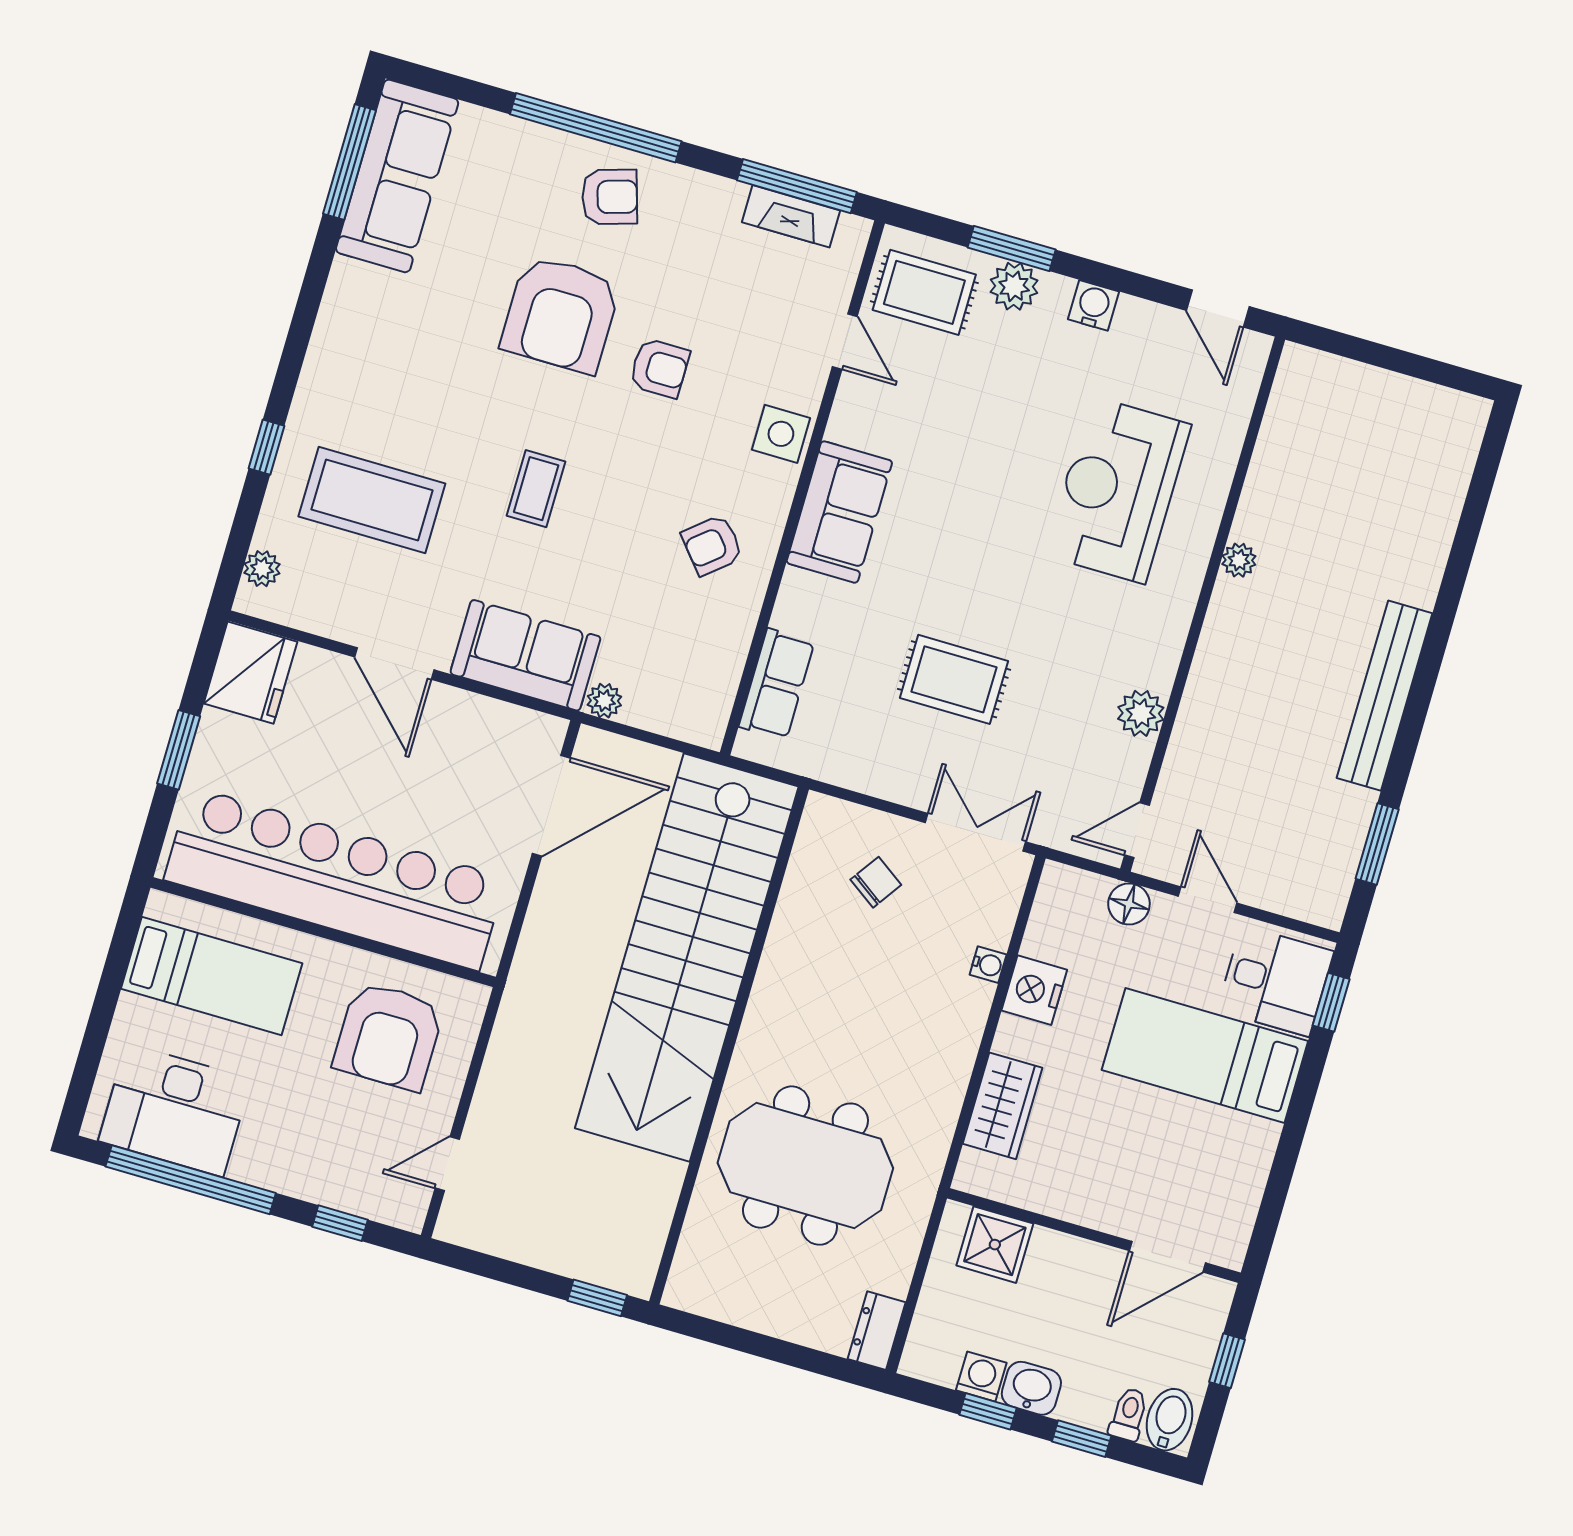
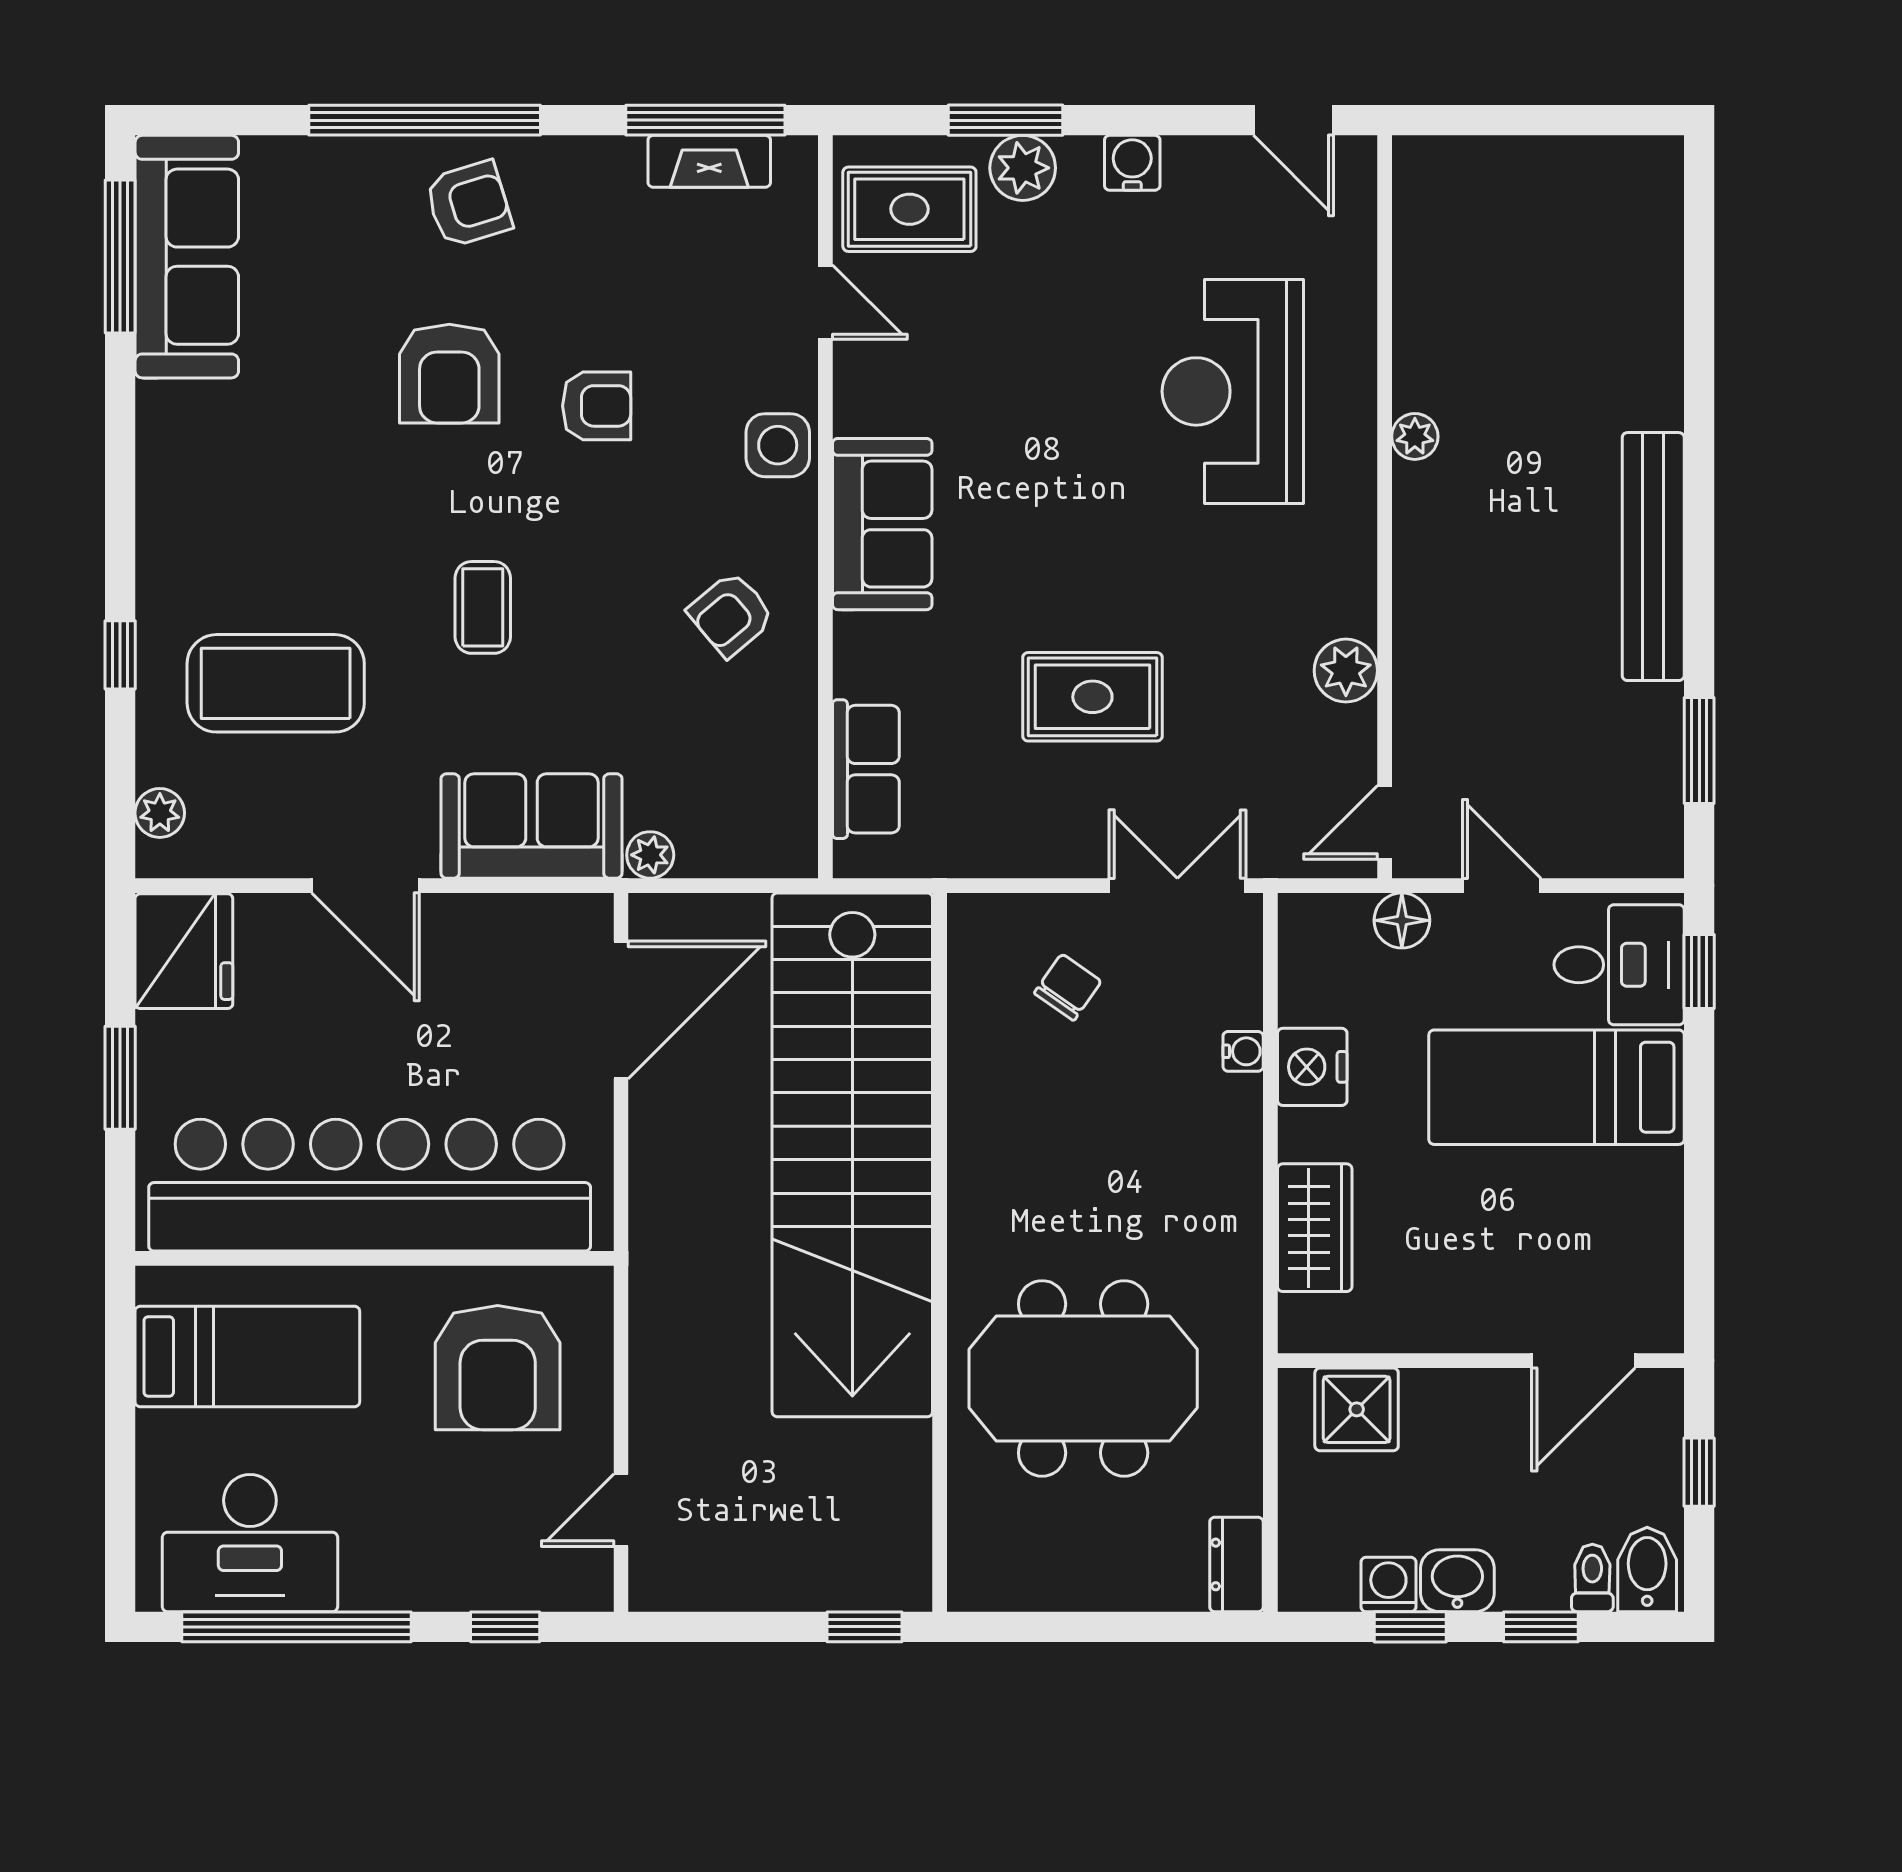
armchair: (561, 314) -> (449, 374), width x0.73, depth x0.73

